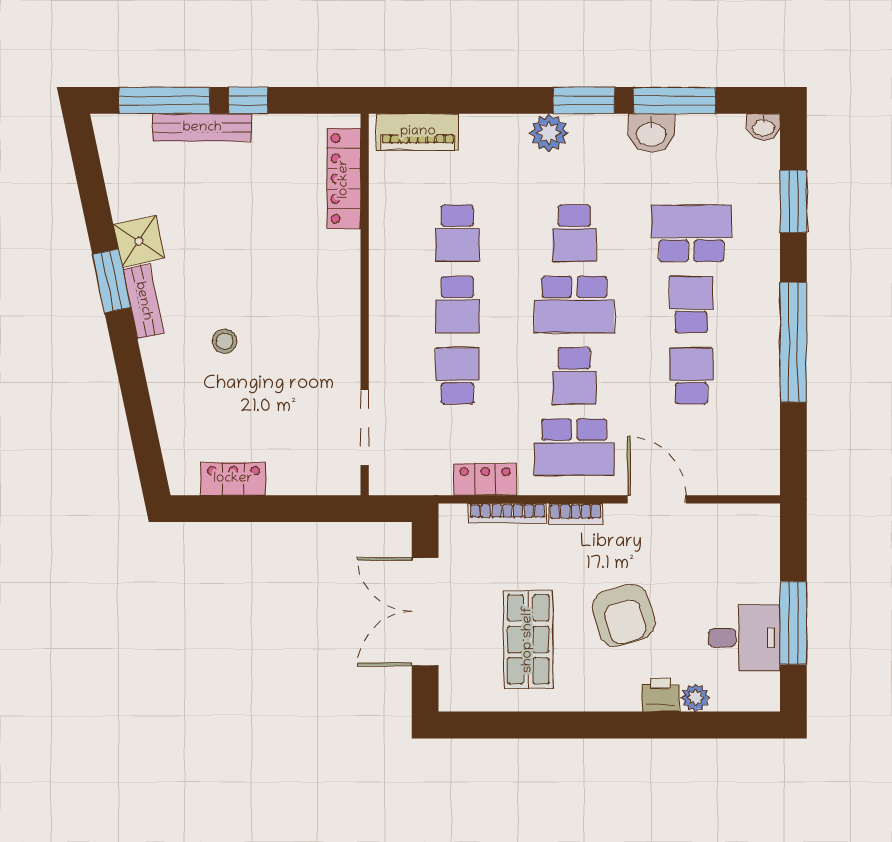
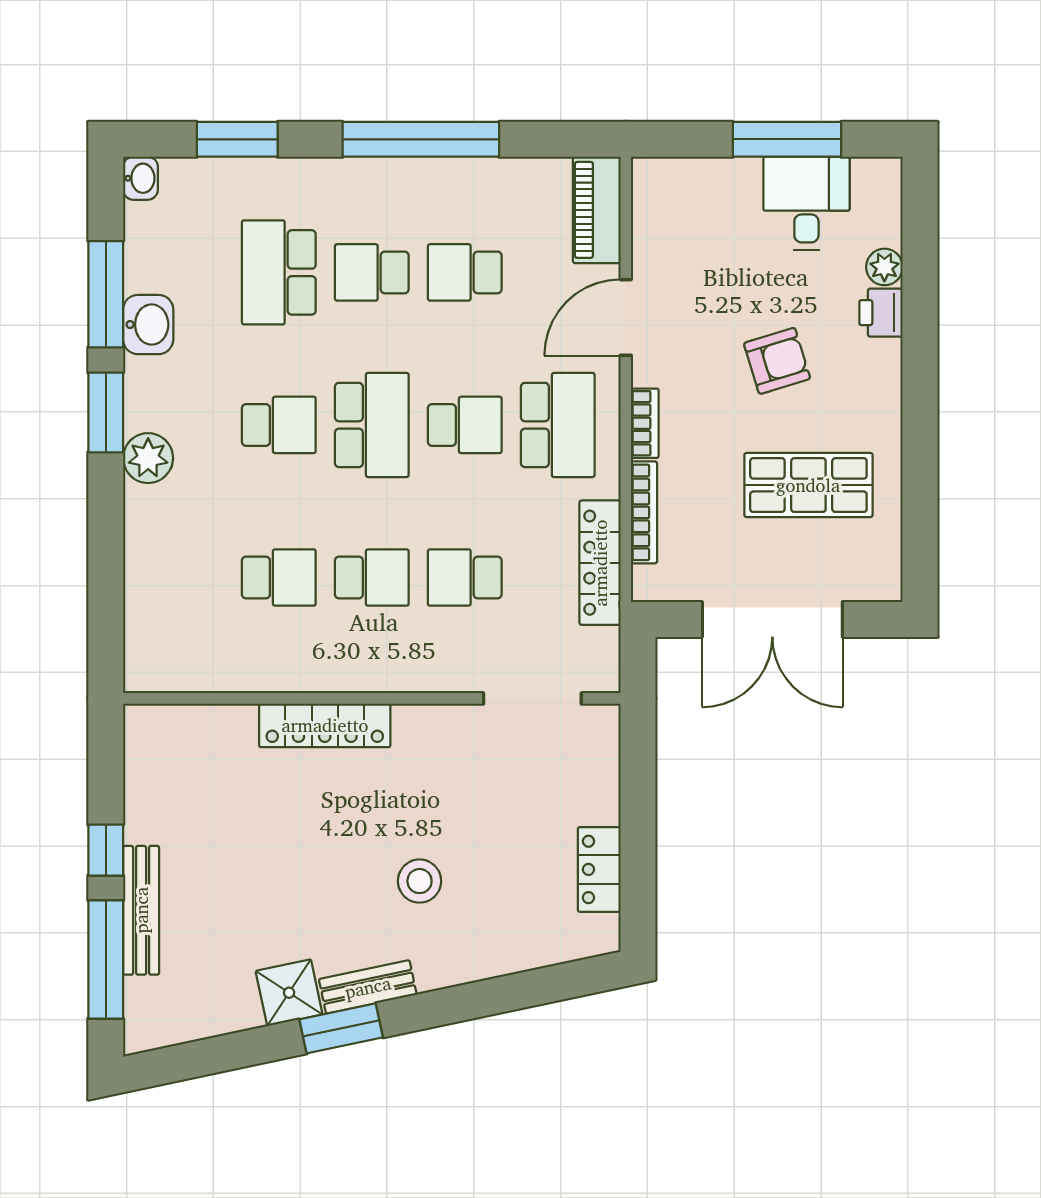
piano: (418, 132) -> (597, 210), moved, turned 180
locker: (344, 179) -> (325, 725), moved
stool: (225, 341) -> (420, 881), width x1.37, depth x1.37
locker: (485, 480) -> (600, 563), width x1.53
armchair: (623, 615) -> (777, 361), width x0.72, depth x0.72

